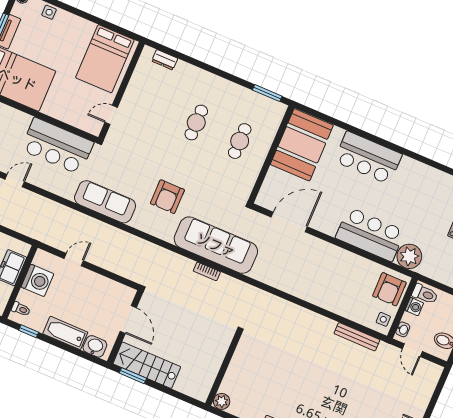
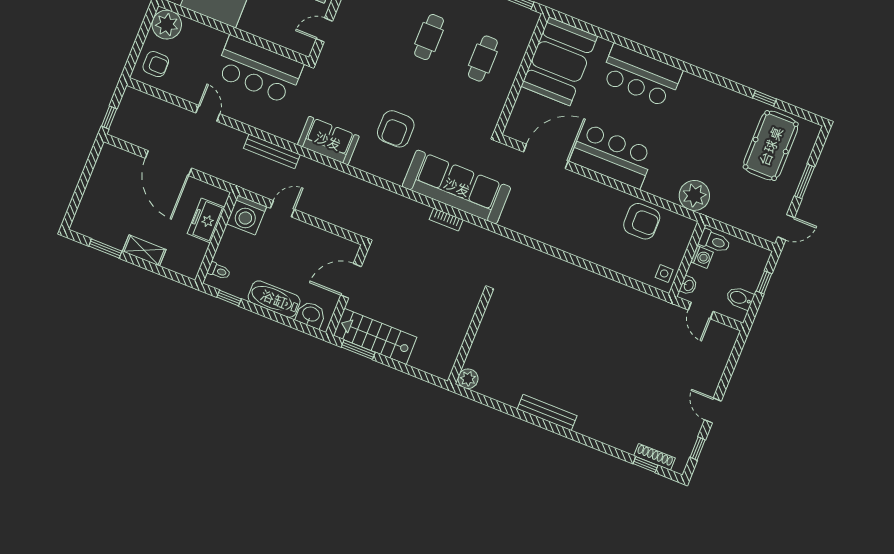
door: (15, 181) -> (208, 113), hinge flipped
sofa: (105, 202) -> (328, 141), width x0.73
bar counter: (370, 234) -> (612, 156), moved
washing machine: (37, 280) -> (246, 215), moved, turned 90
armchair: (389, 289) -> (642, 221), moved, turned -90
door: (128, 320) -> (351, 281), swing flipped
bench: (357, 337) -> (272, 151), moved

